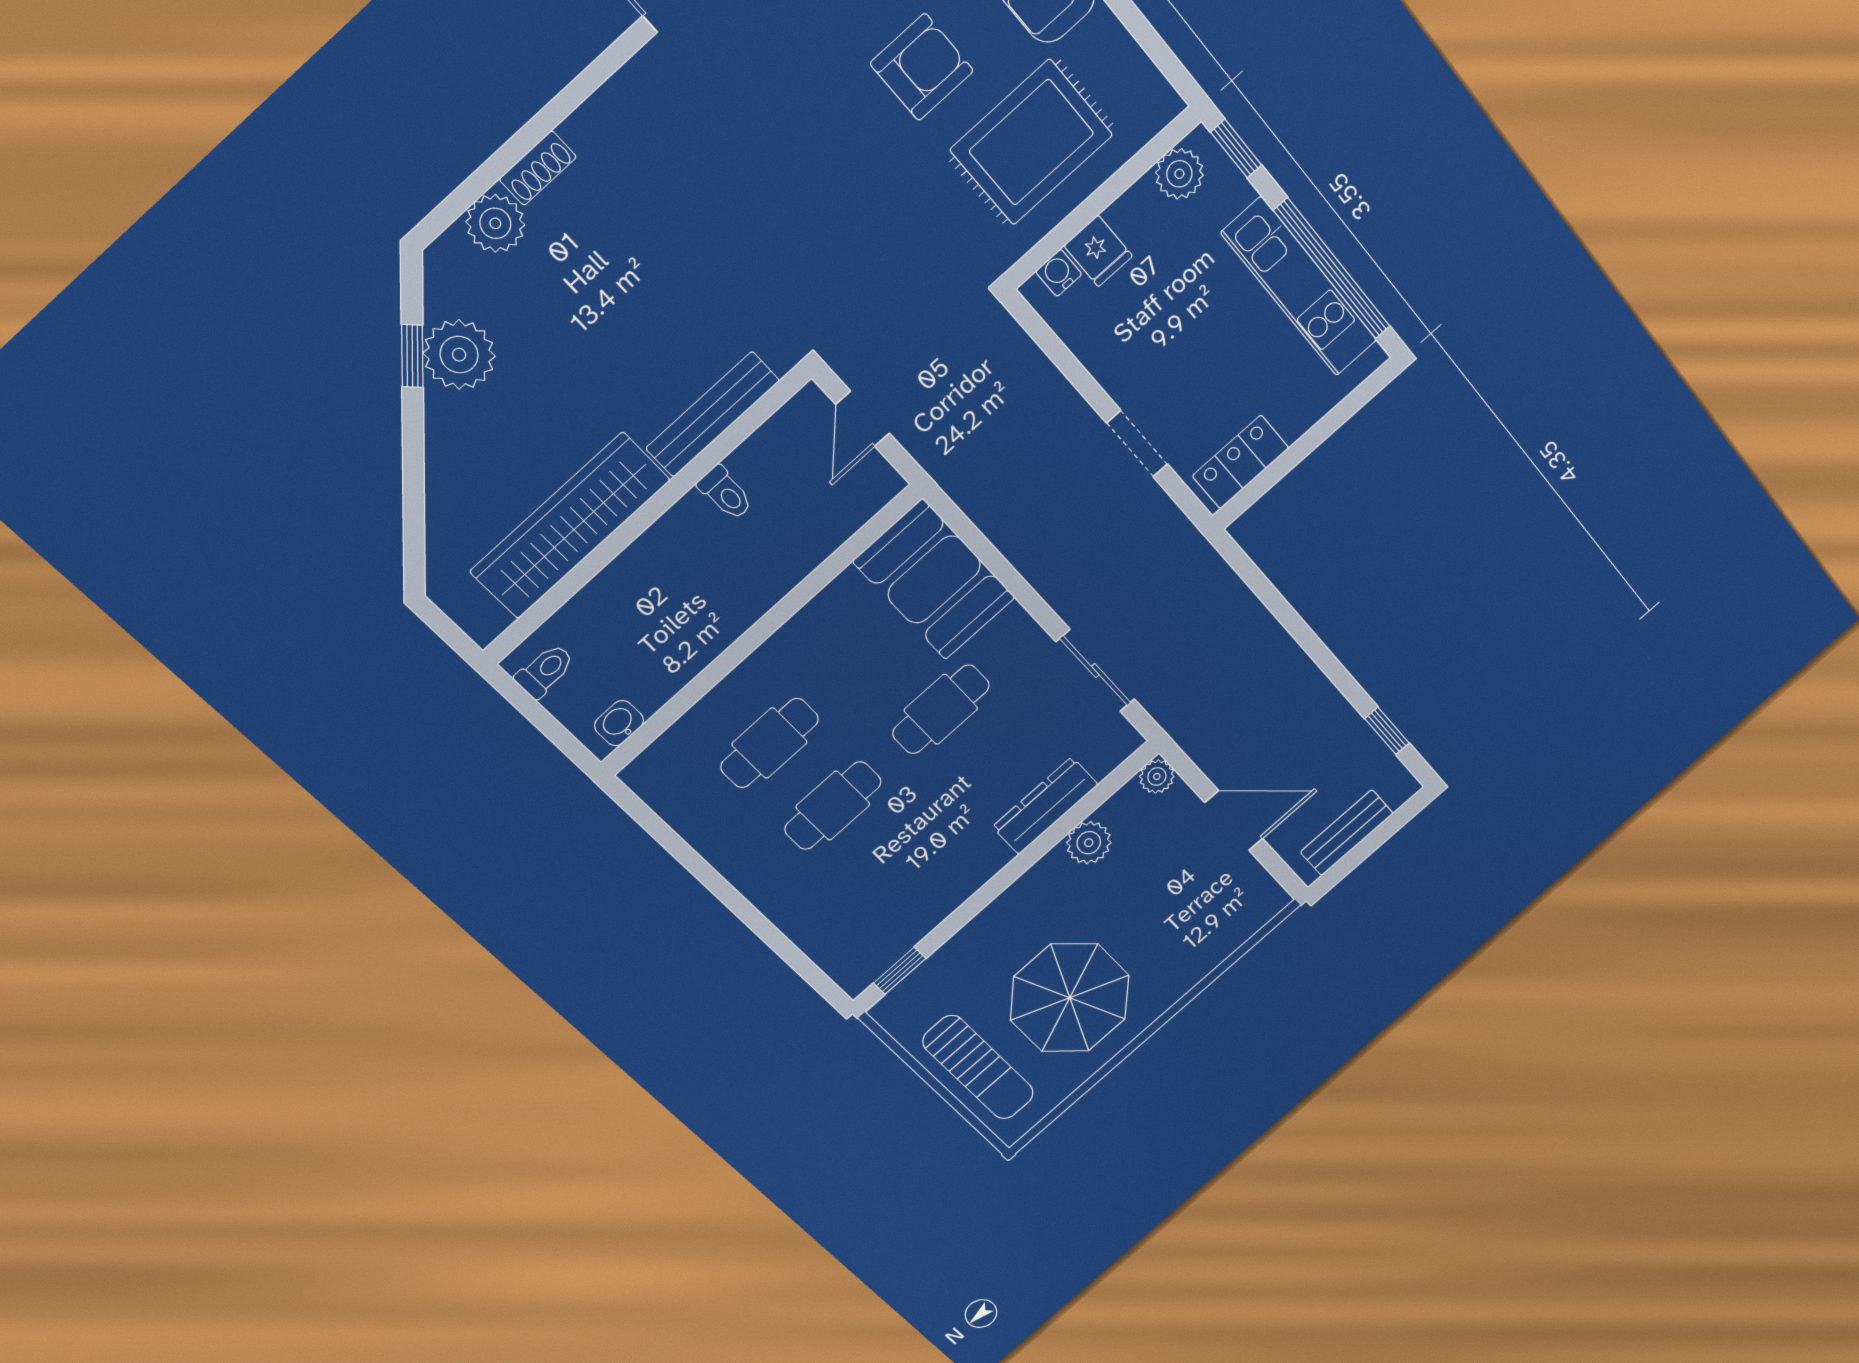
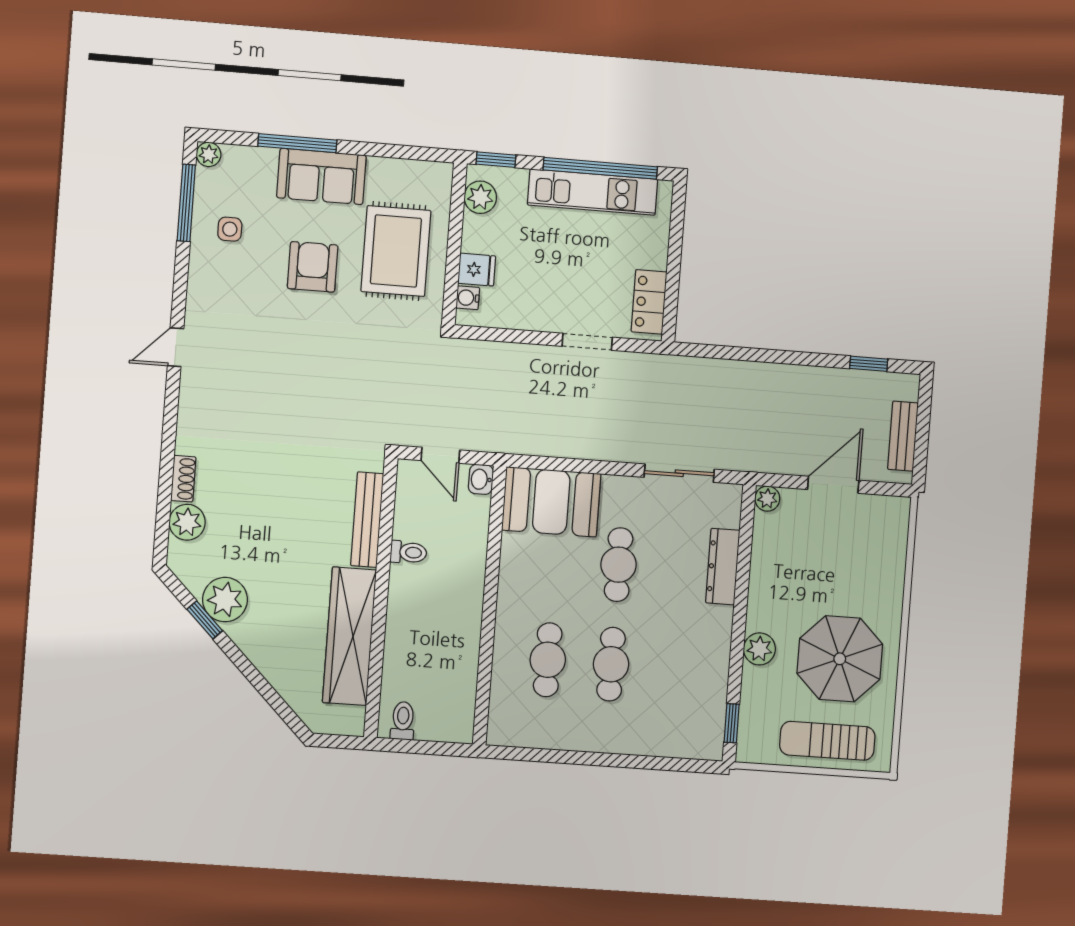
washbasin: (619, 723) -> (481, 479), moved
plant: (1089, 843) -> (759, 649), moved
sun lounger: (978, 1067) -> (827, 741), turned 180

